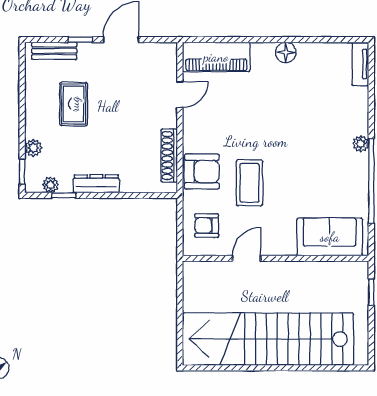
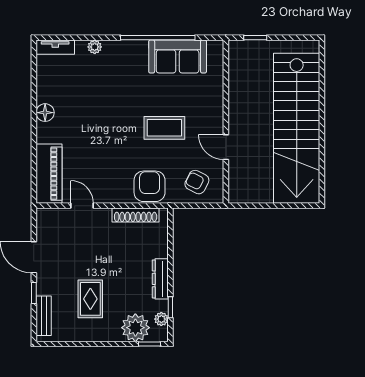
rug: (74, 104) -> (90, 299), turned 90
plant: (361, 144) -> (95, 47), moved
plant: (33, 148) -> (135, 328), width x1.88, depth x1.88
coffee table: (249, 183) -> (164, 128), moved
armchair: (207, 226) -> (197, 182), turned 117
sofa: (330, 237) -> (178, 56), moved, turned -90

